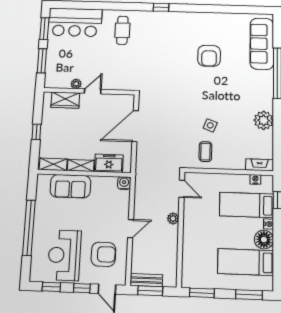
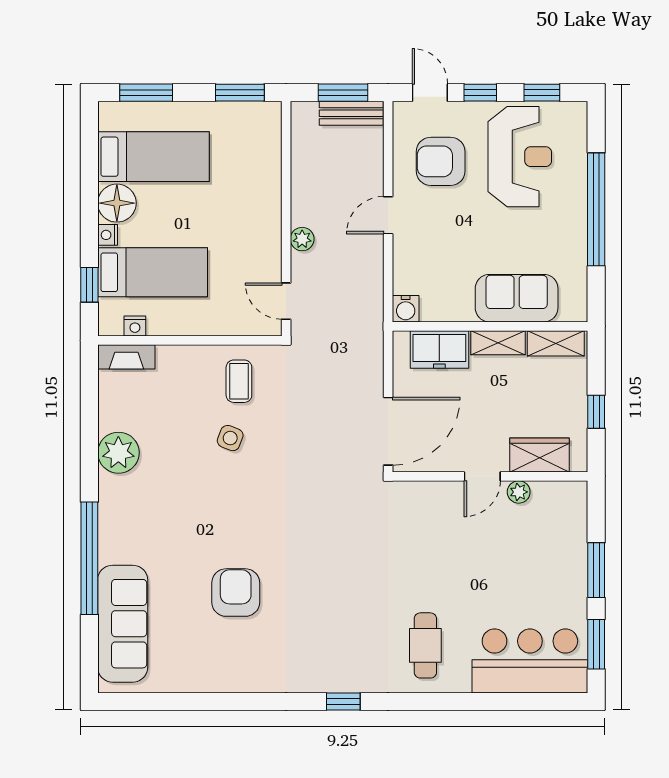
plant: (76, 84) -> (519, 492), moved
wall: (89, 91) -> (490, 476), moved
door: (93, 91) -> (482, 476), moved
wardrobe: (65, 100) -> (540, 455), moved

